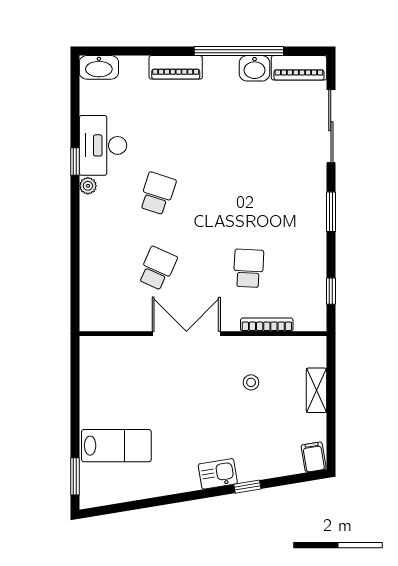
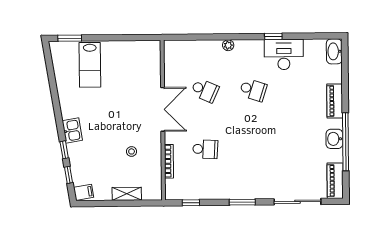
washbasin: (254, 68) -> (334, 139), moved
plant: (88, 186) -> (228, 45), moved
window: (286, 480) -> (69, 175), added

